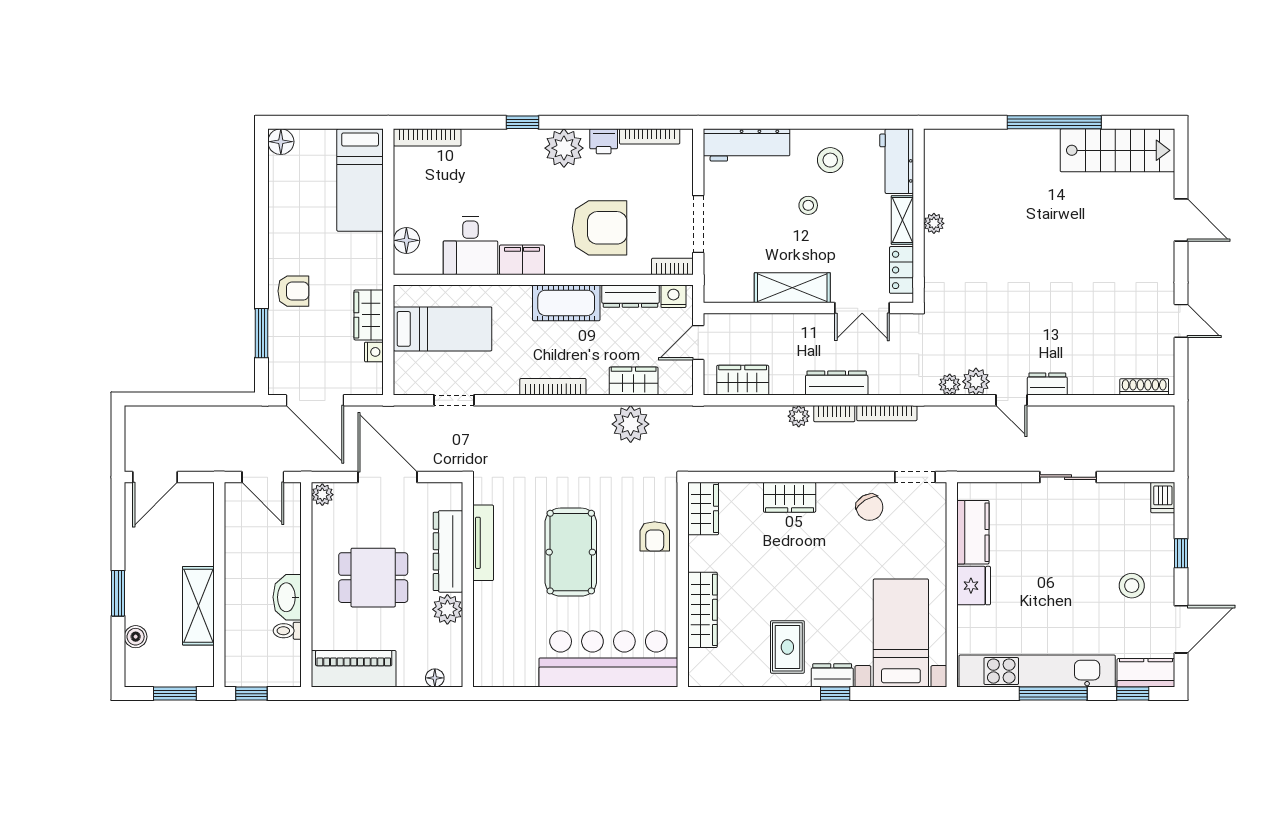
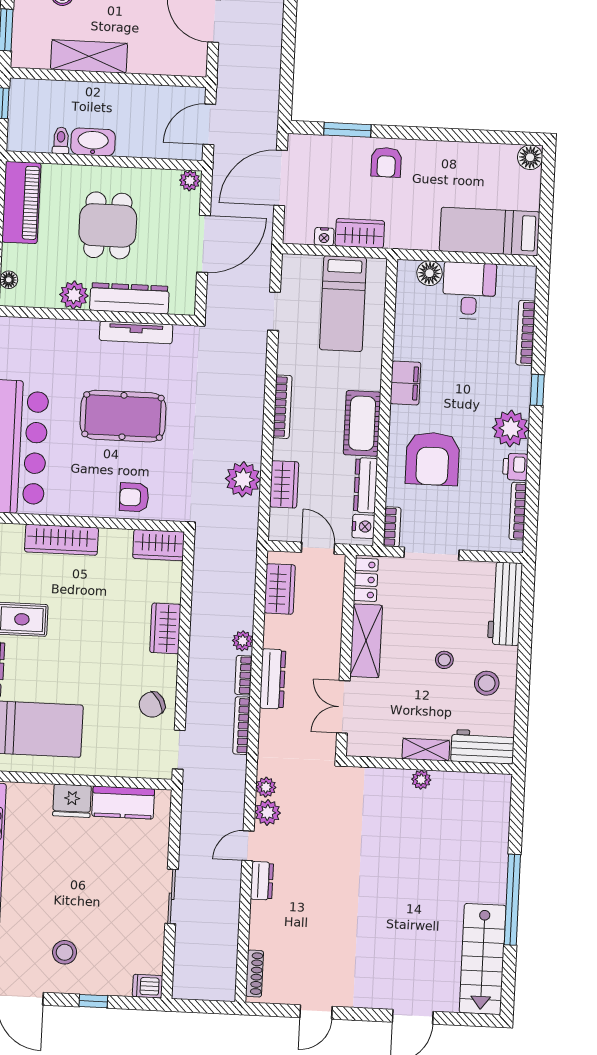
bookcase: (427, 137) -> (526, 333), moved
desk: (470, 245) -> (469, 291), moved, turned 90
locker: (901, 270) -> (366, 580), moved, turned 90

